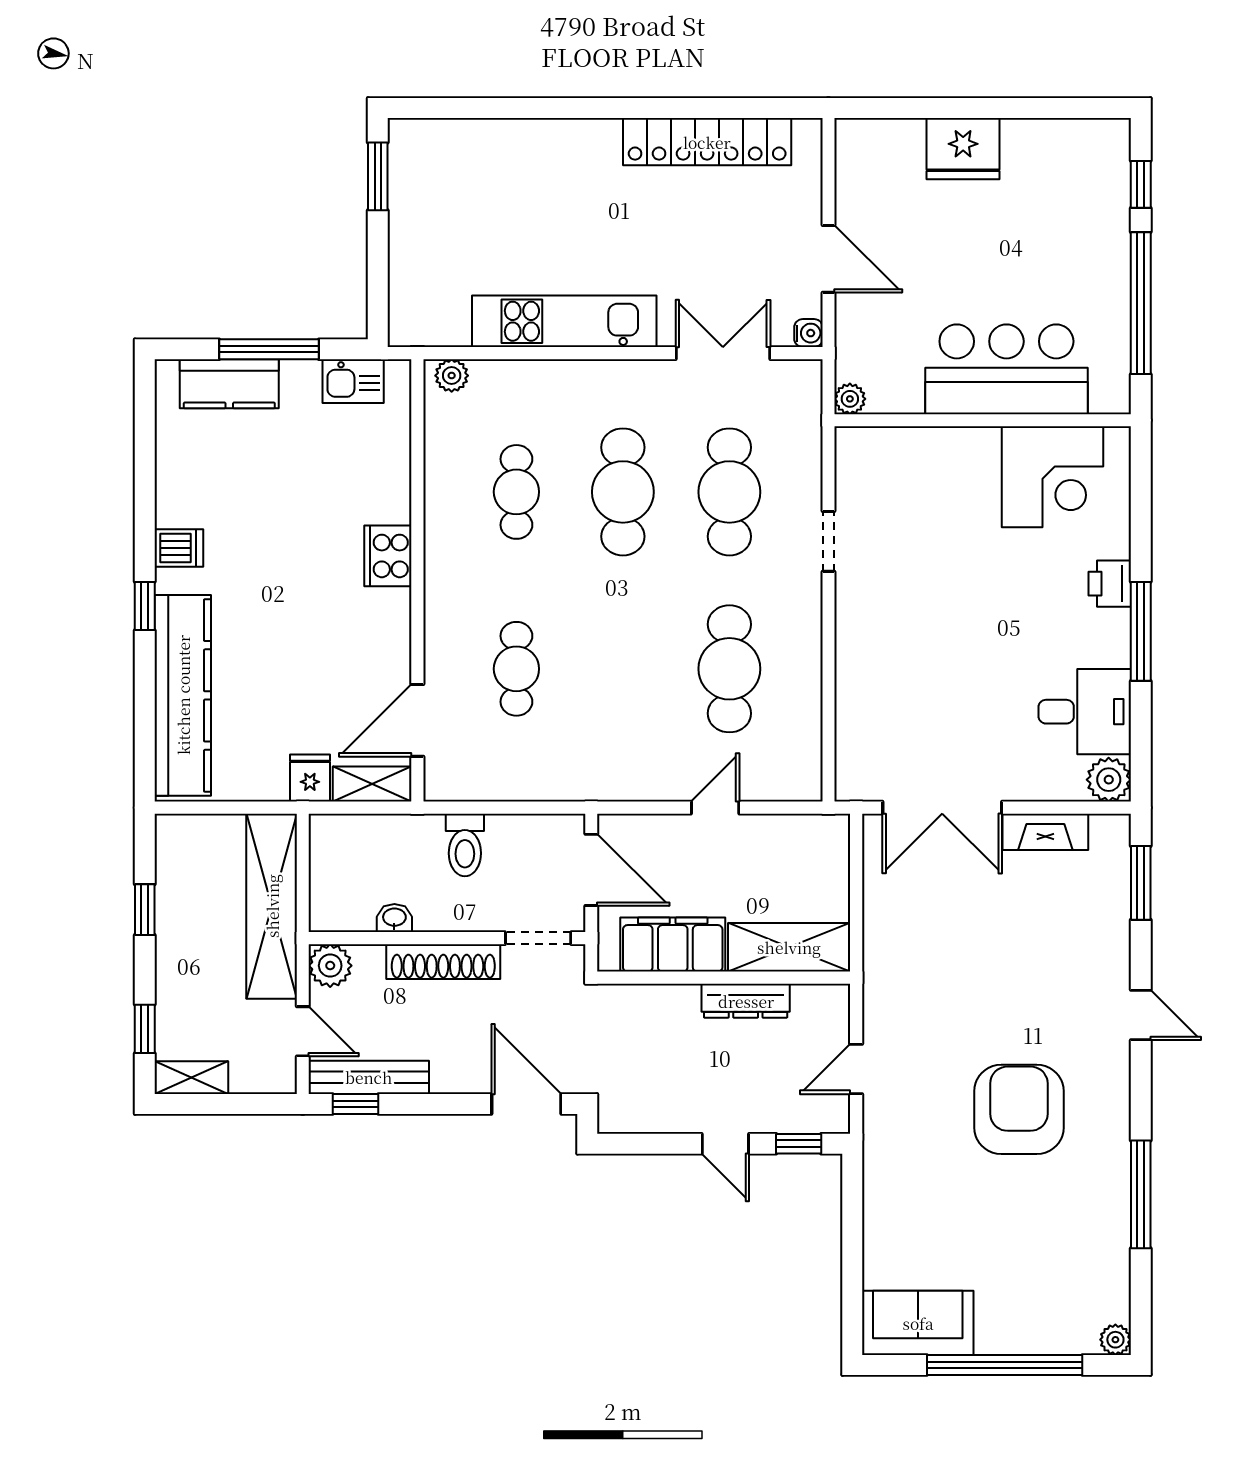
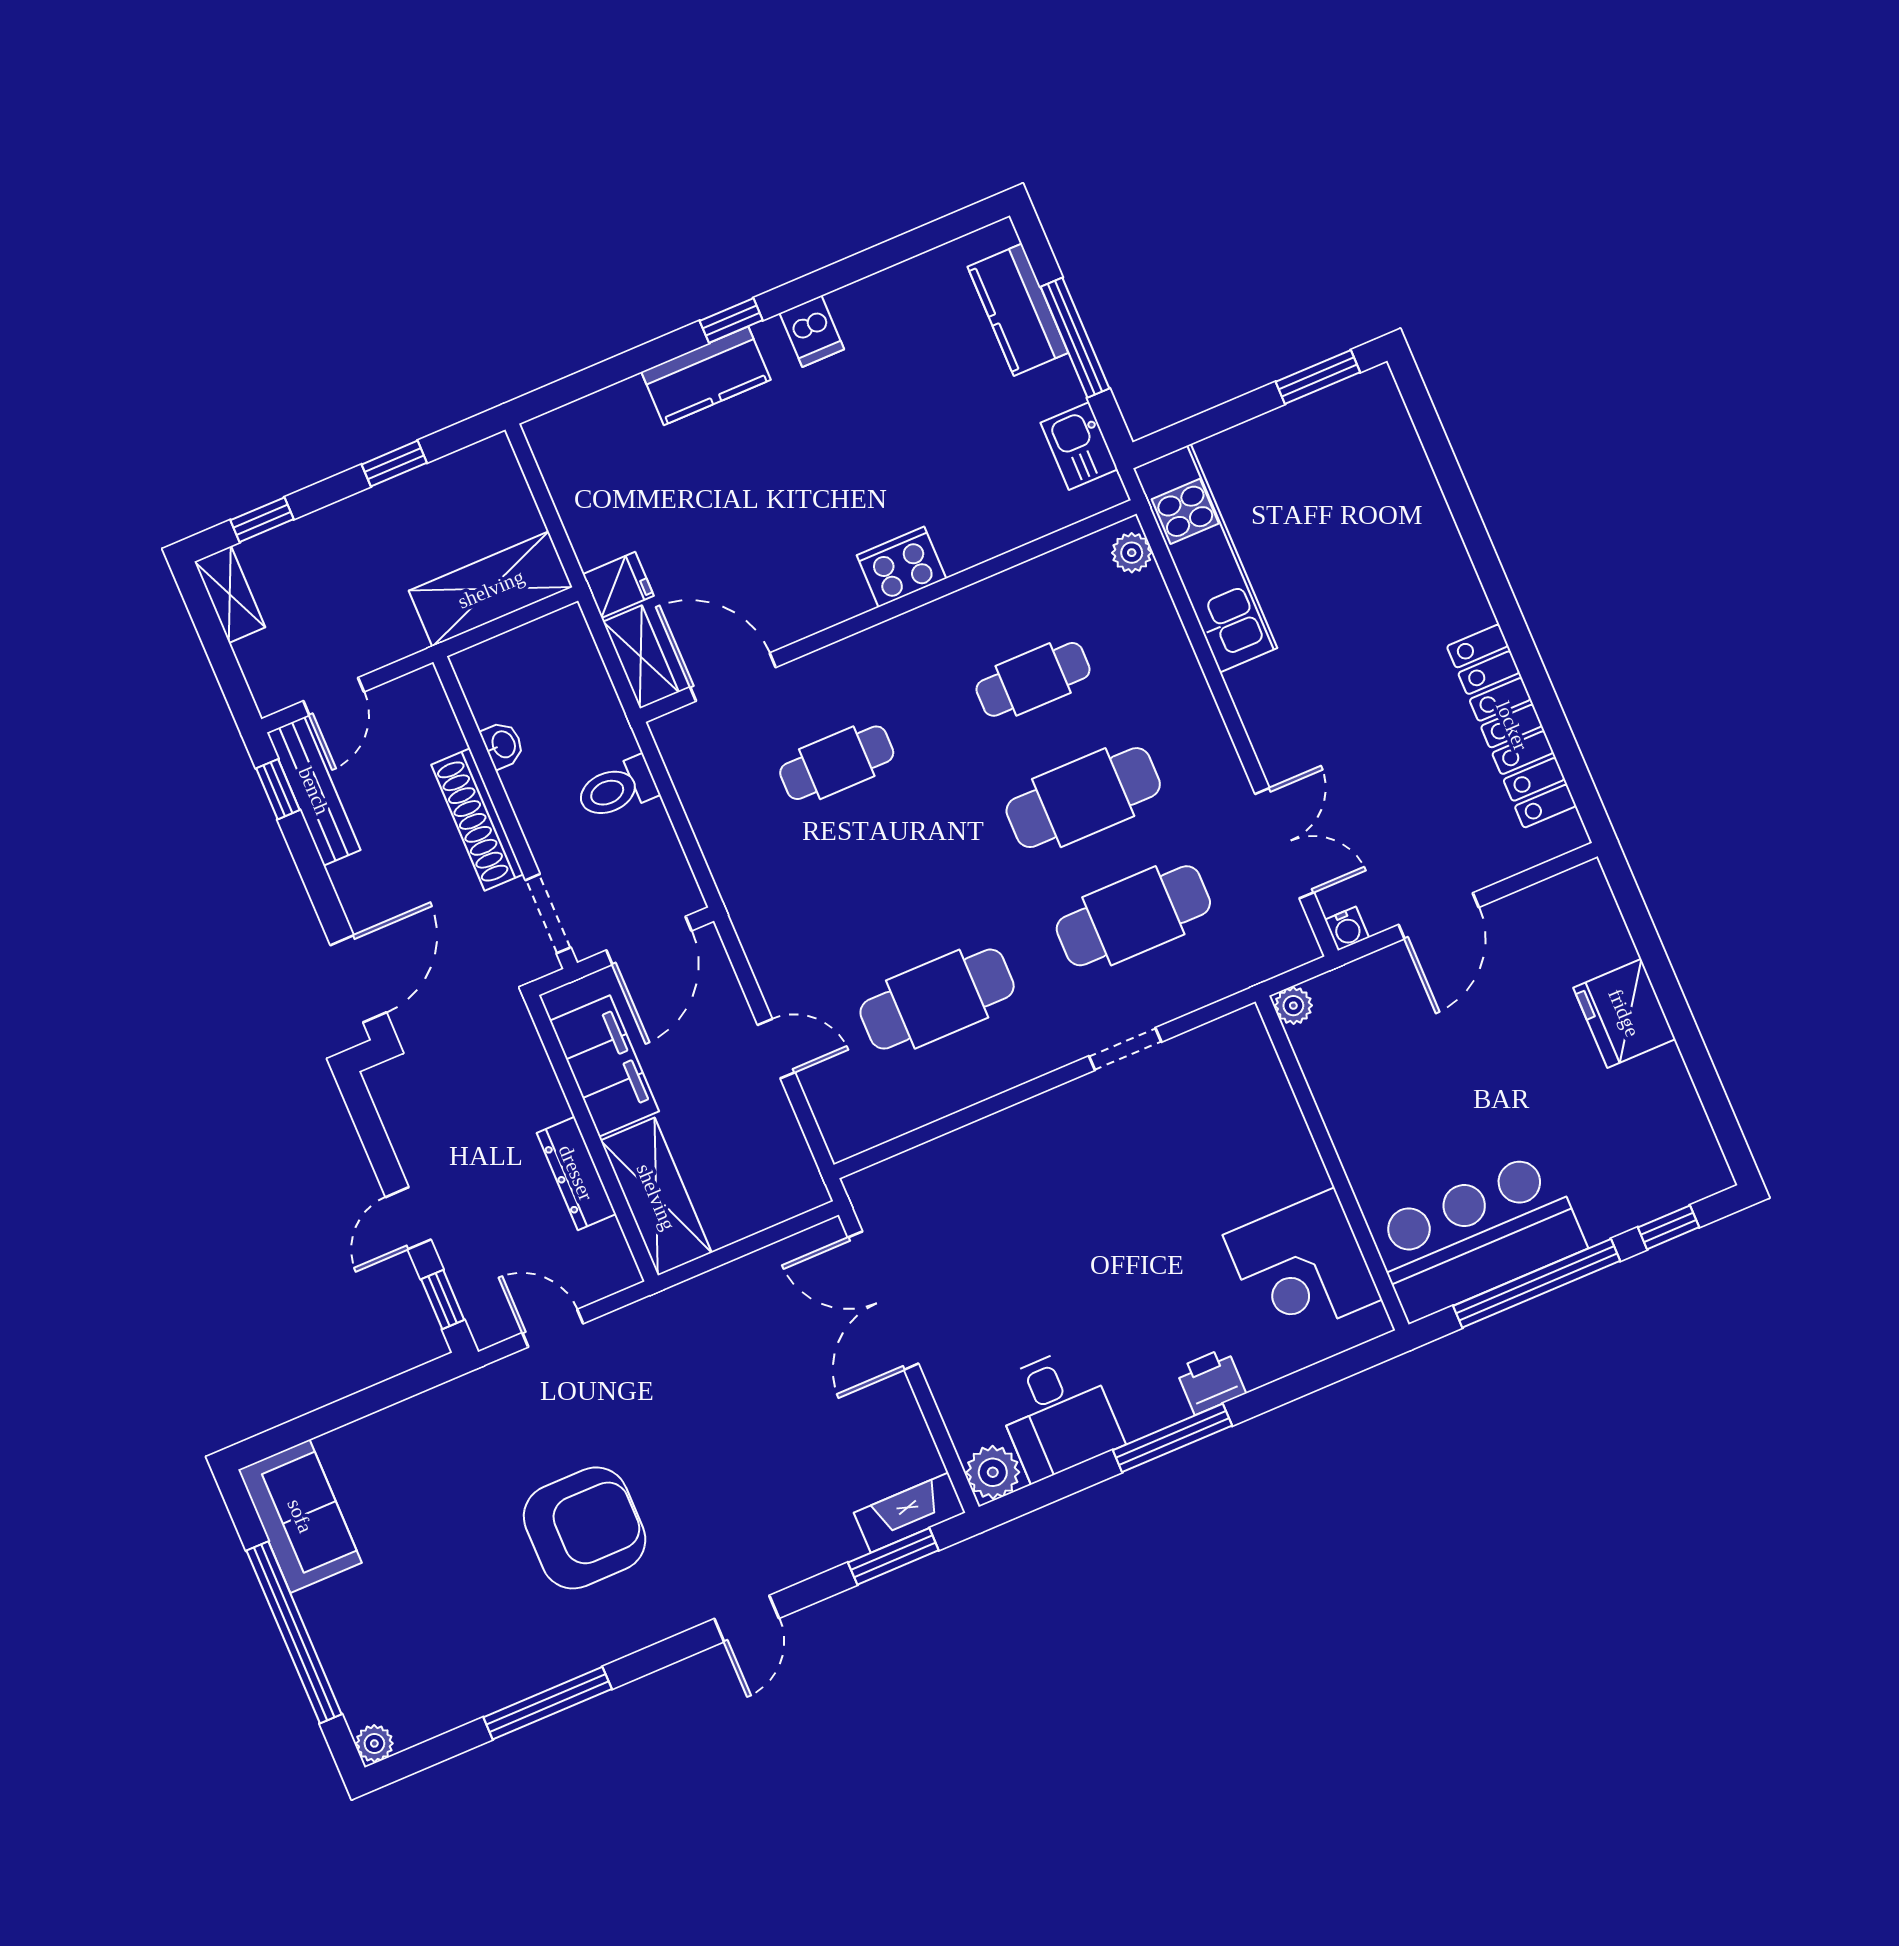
kitchen unit: (564, 321) -> (1205, 558), moved
bar counter: (1006, 369) -> (1477, 1237), moved, turned -90
kitchen counter: (183, 695) -> (706, 376), width x0.48, depth x0.86
fireplace: (1045, 832) -> (910, 1513), moved, turned 90
shelving: (272, 906) -> (491, 589), width x0.68
plant: (330, 966) -> (420, 696), removed

